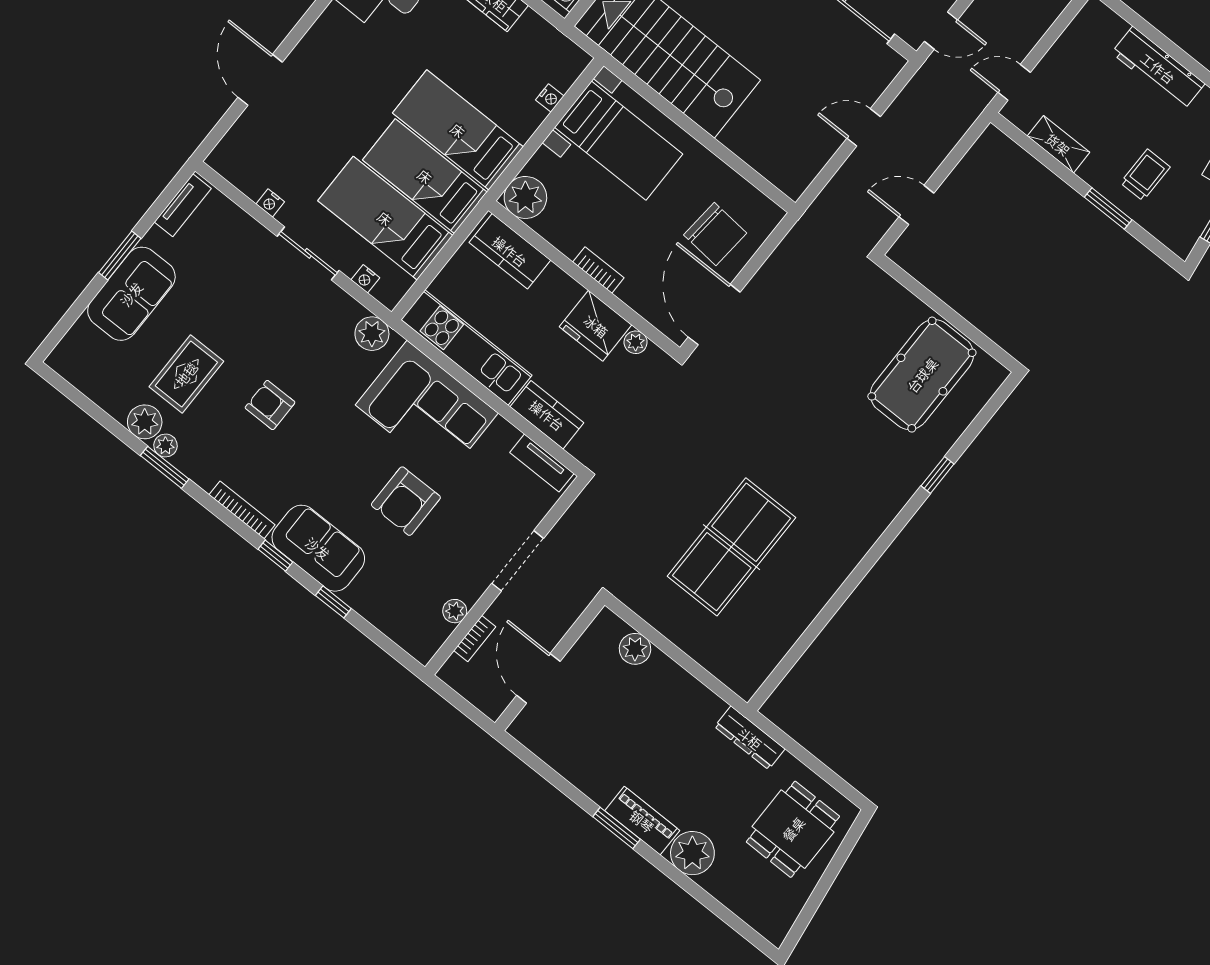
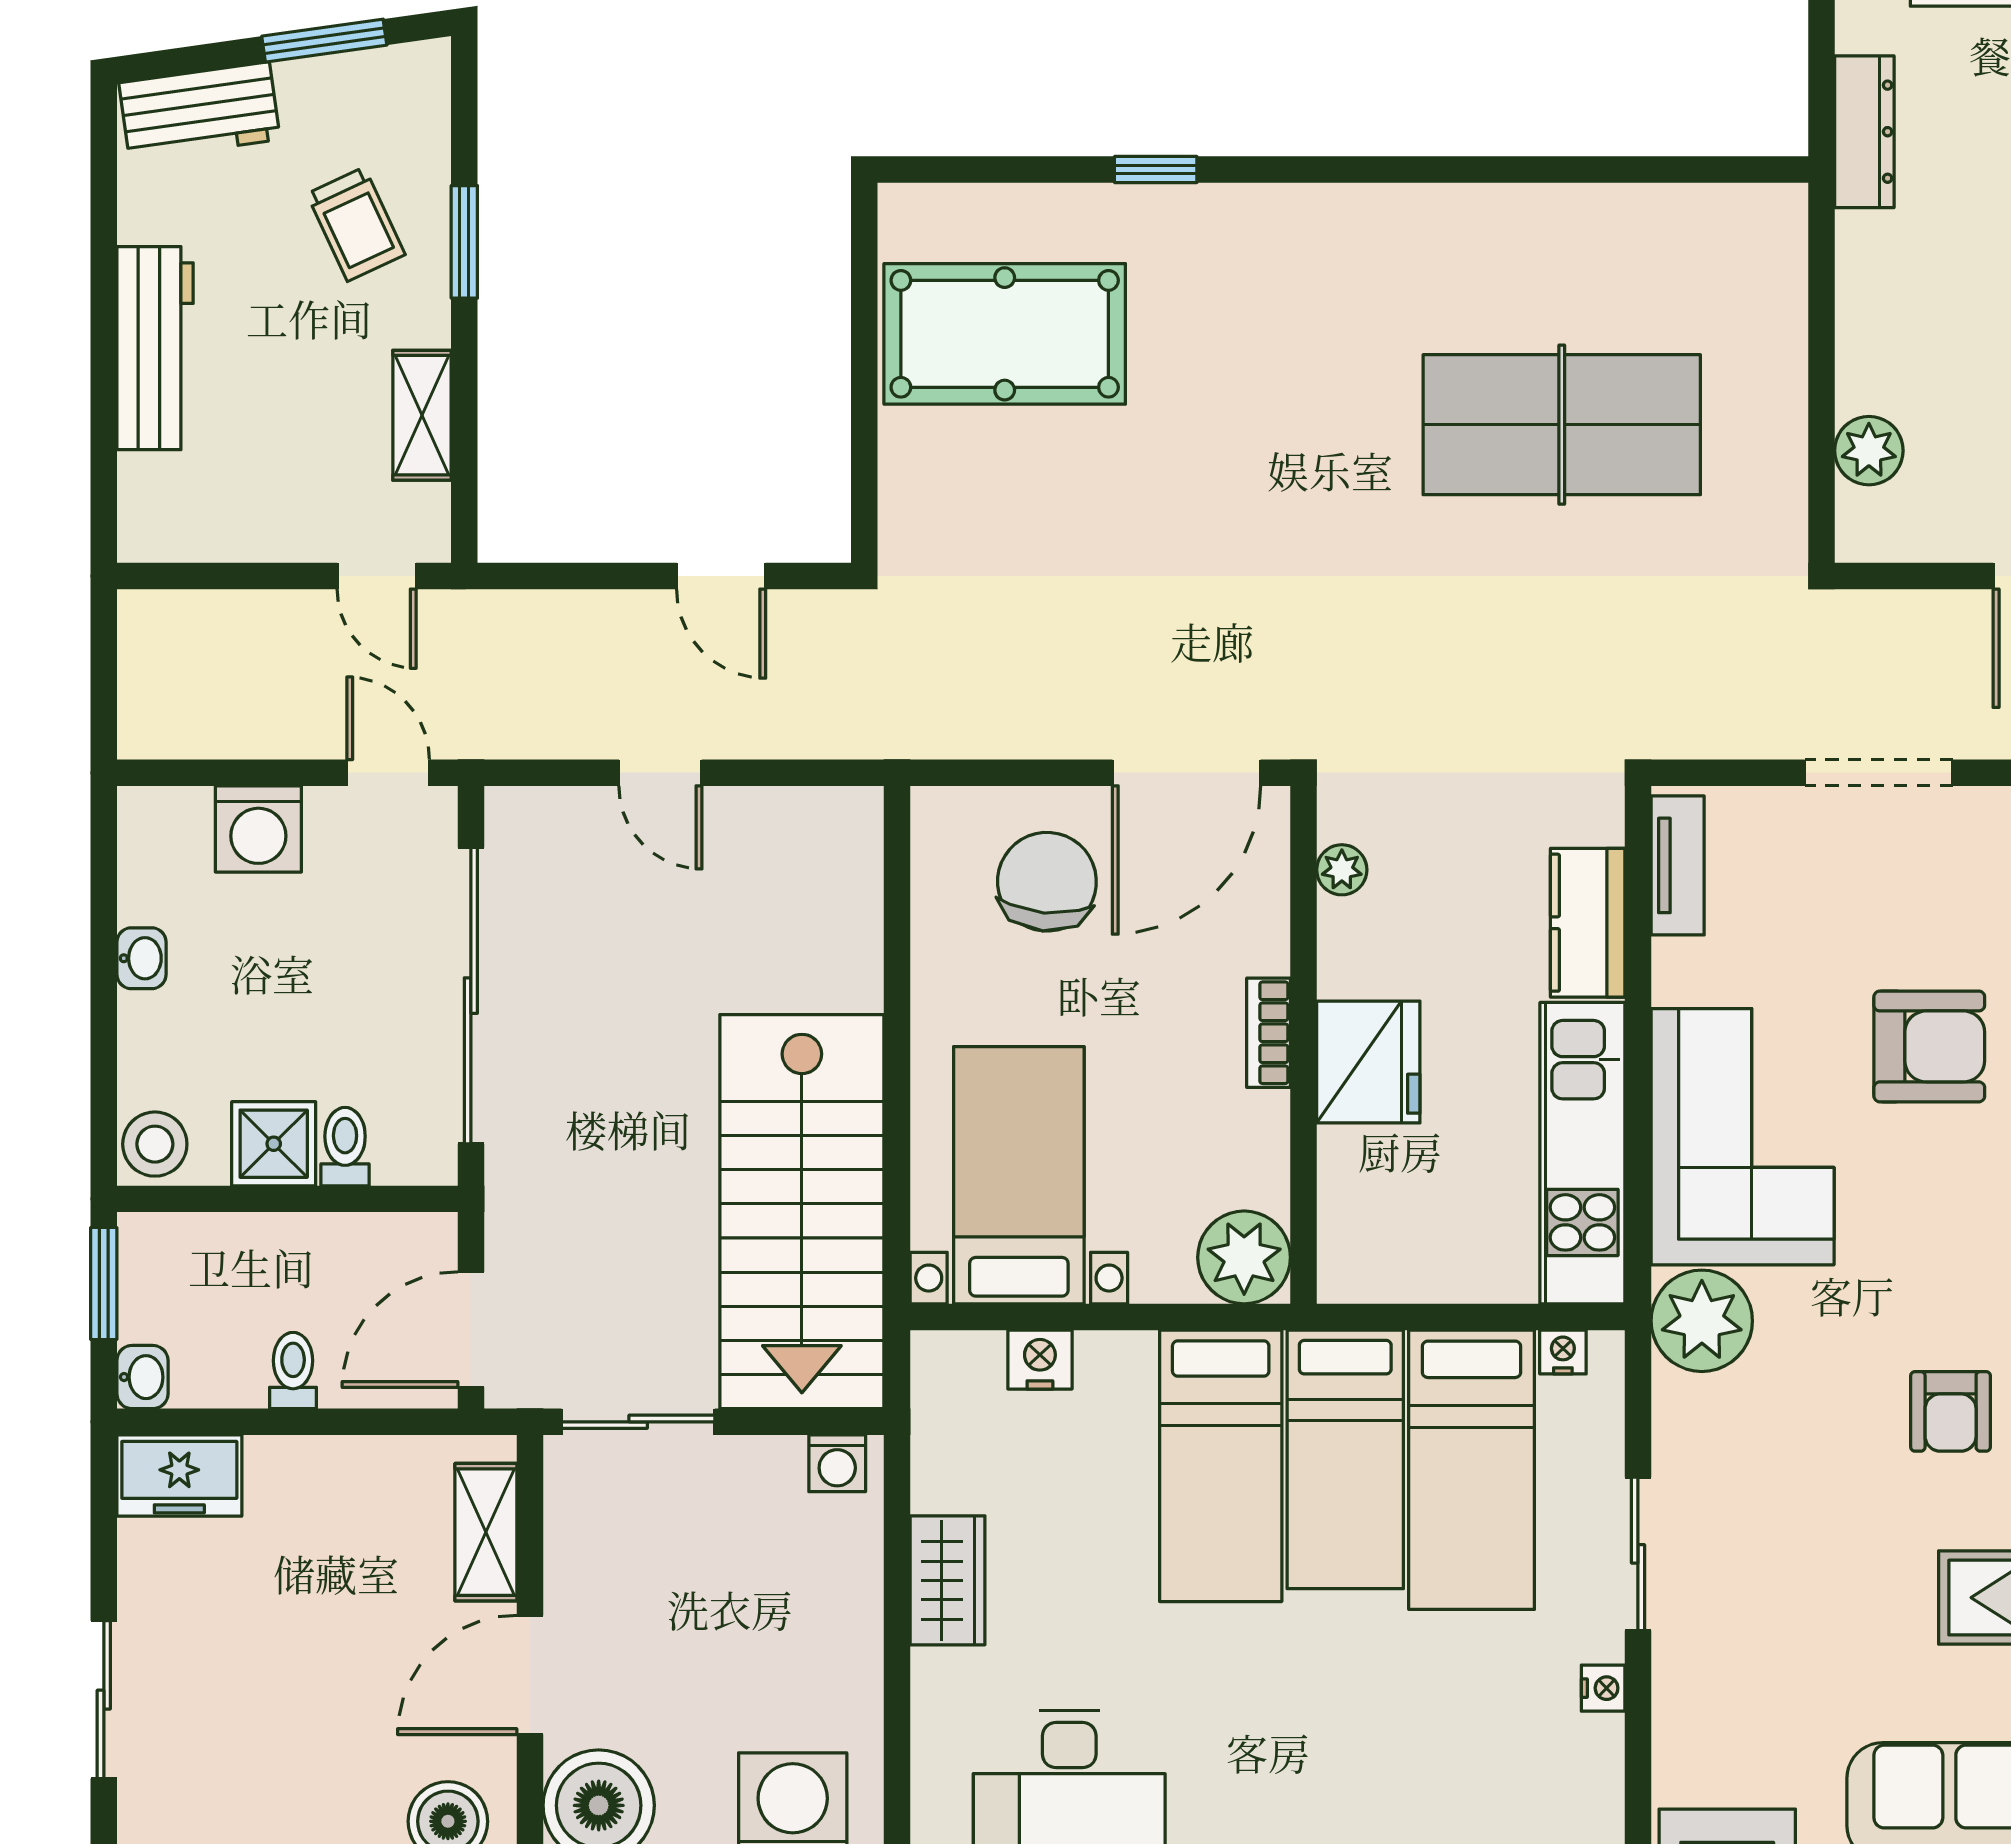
nightstand: (550, 98) -> (1040, 1360), width x1.39, depth x1.35
trolley: (1145, 175) -> (356, 224), turned -115
kitchen counter: (510, 251) -> (1358, 1210), removed
nightstand: (365, 279) -> (1563, 1352), moved, turned -90
fridge: (596, 326) -> (1368, 1062), moved
plant: (372, 334) -> (1702, 1321), width x1.36, depth x1.36

